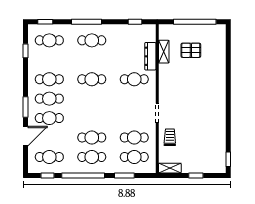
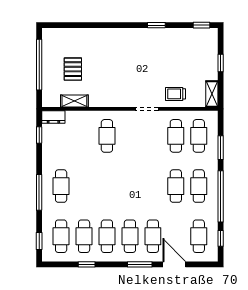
window: (25, 51) -> (87, 264), moved
dresser: (150, 56) -> (53, 117), moved, width x0.70
cafe table: (92, 79) -> (84, 236), moved
window: (228, 121) -> (156, 25), added

